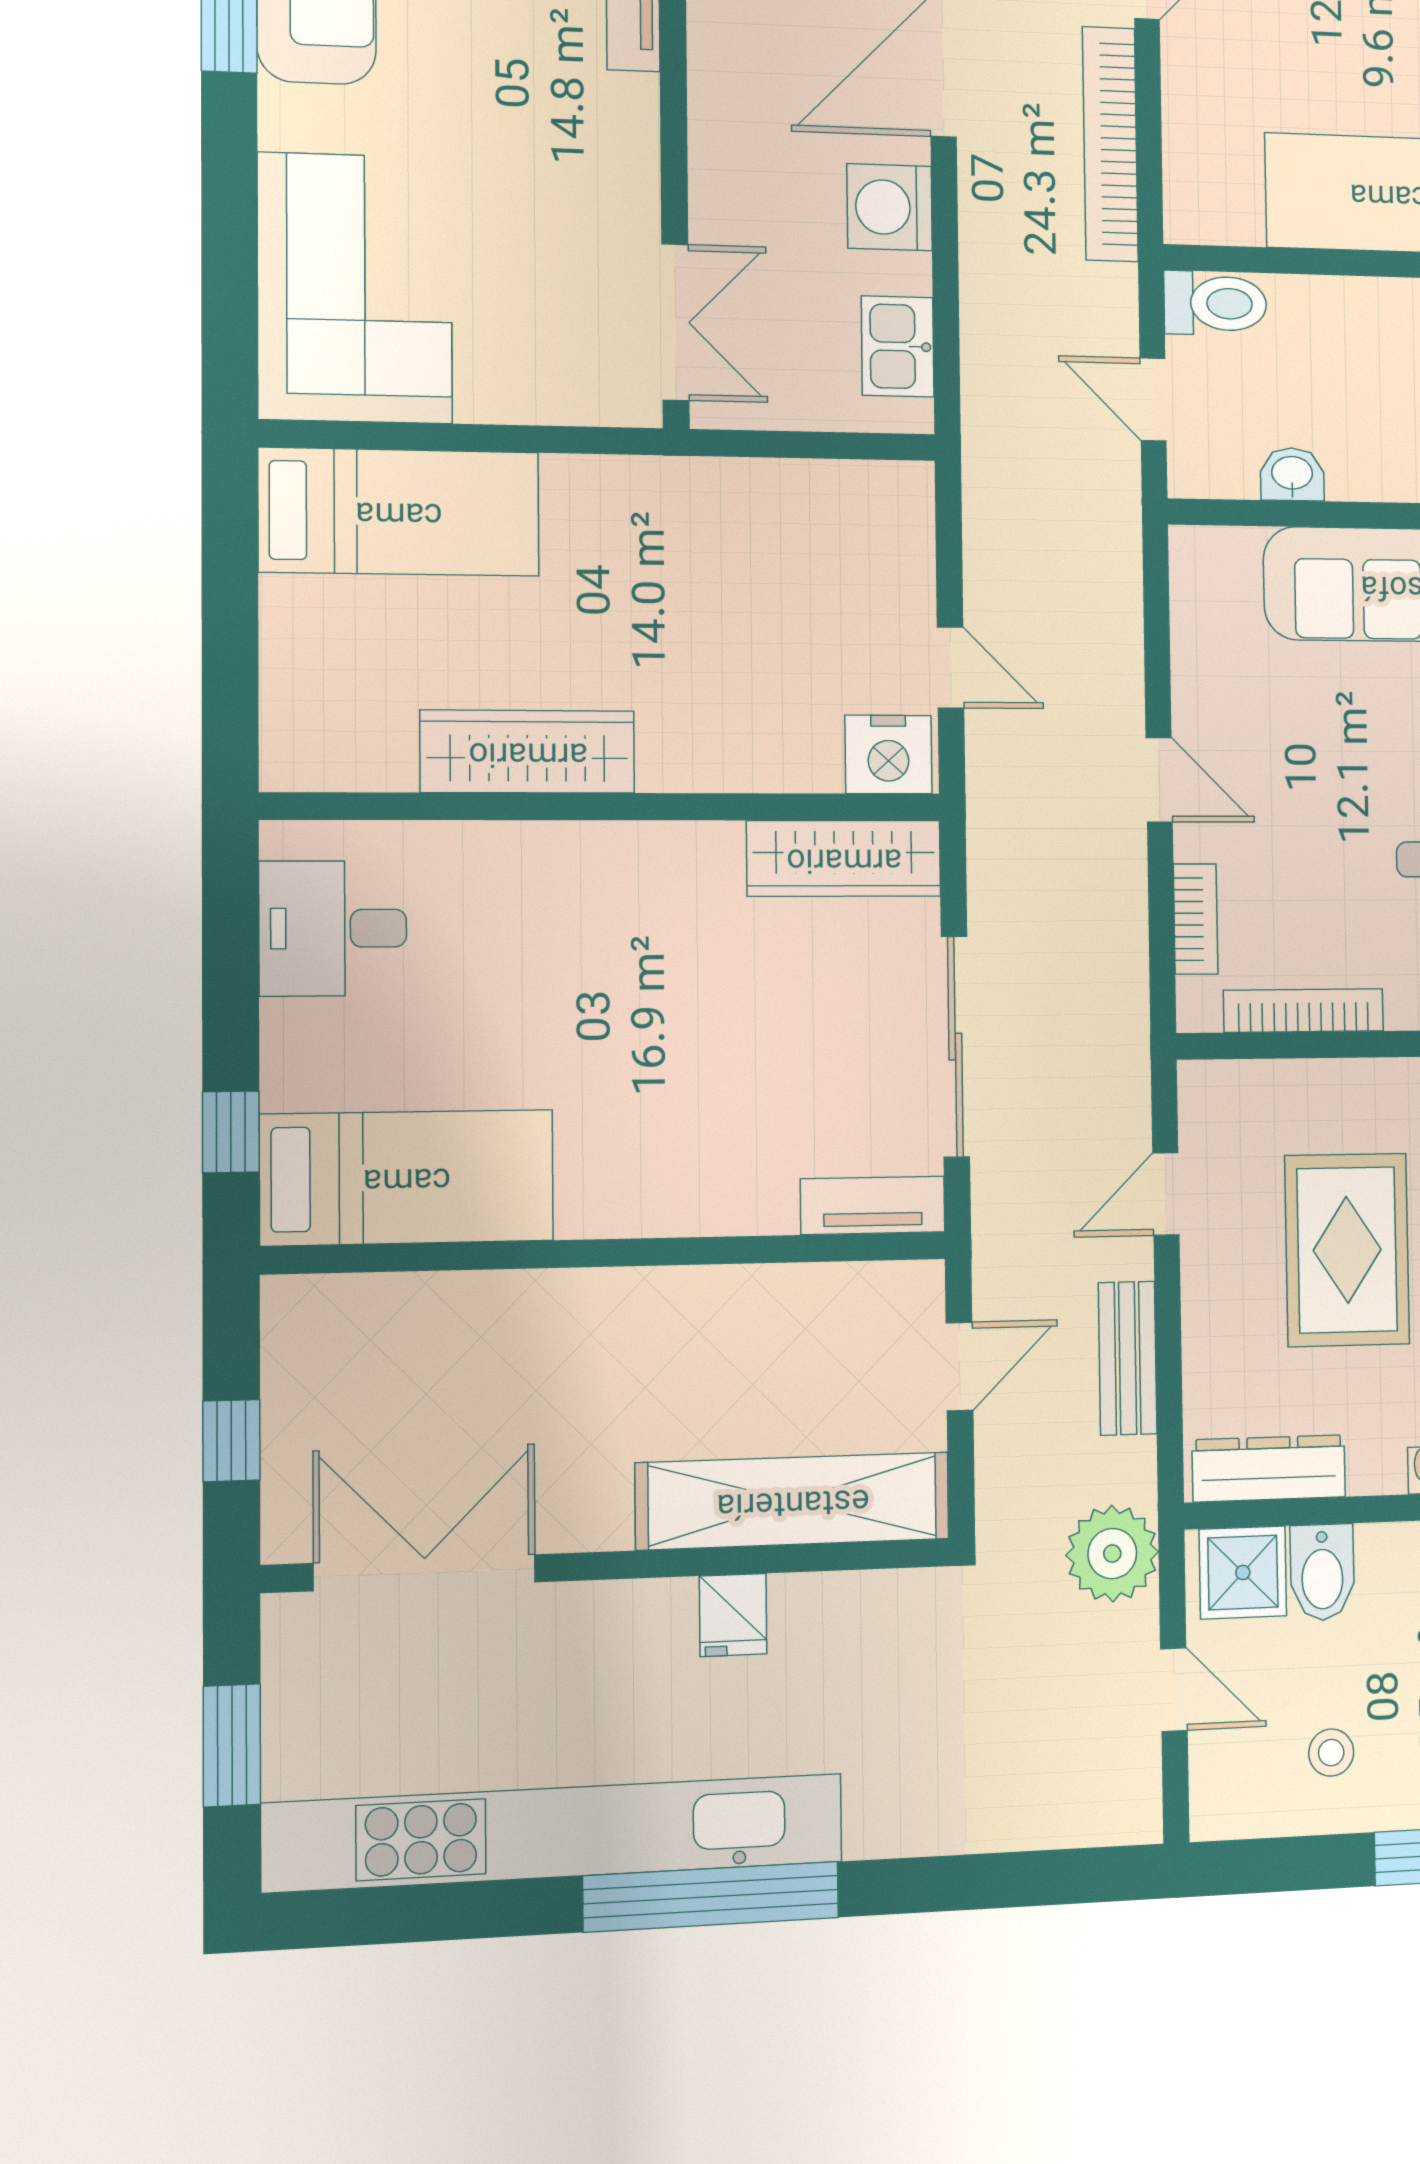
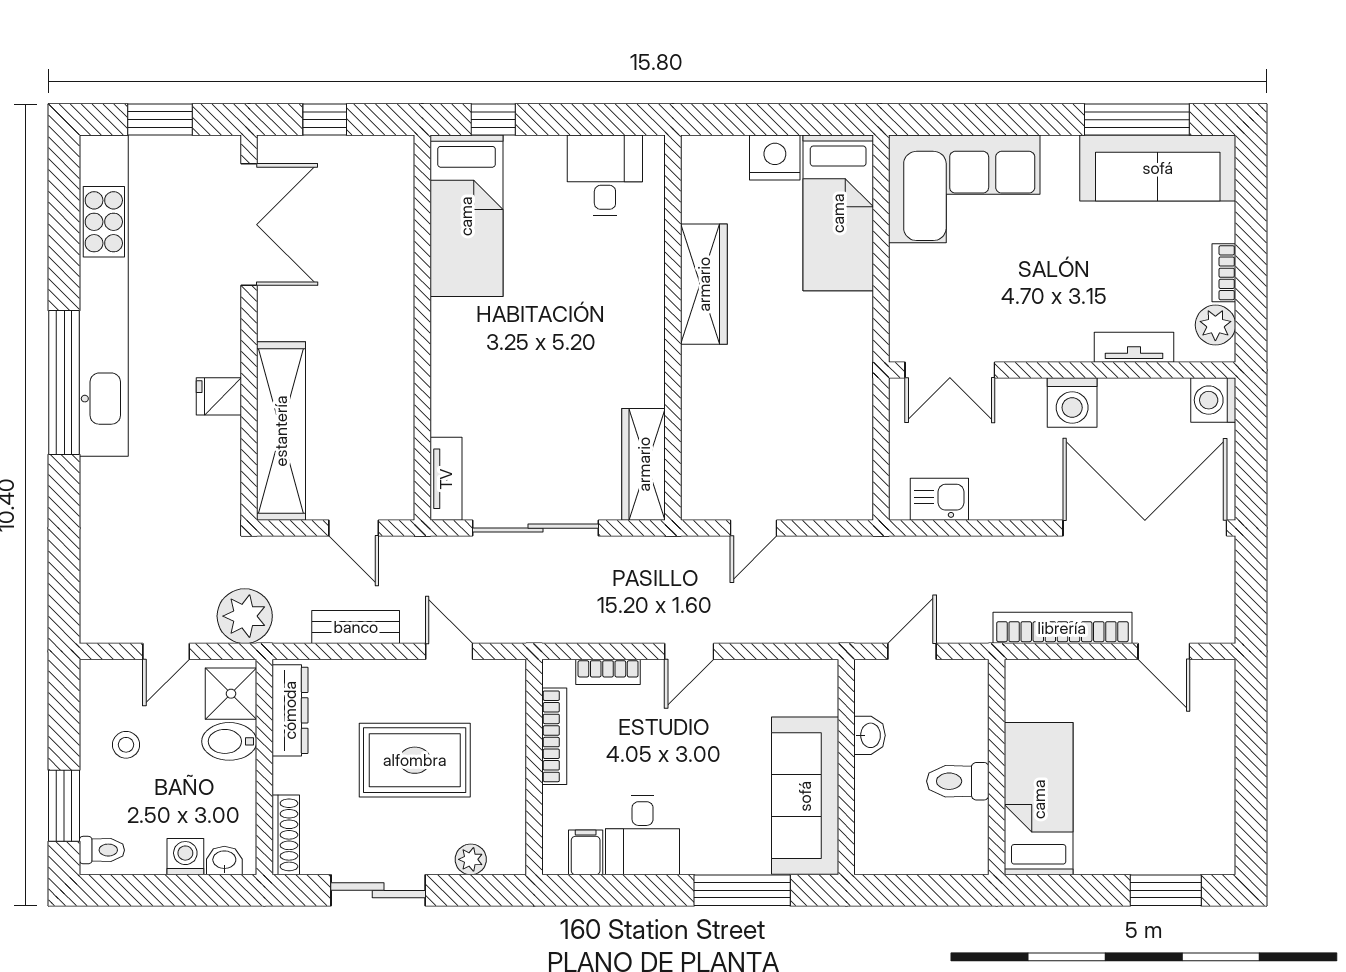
washing machine: (890, 207) -> (1072, 403), moved, turned 180
toilet: (1215, 303) -> (958, 781), moved, turned 90
nightstand: (888, 754) -> (775, 158), moved, turned 90

